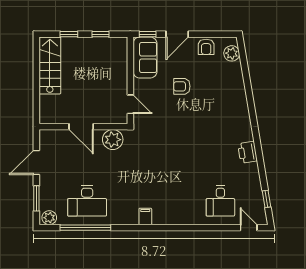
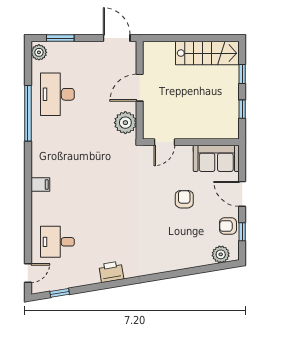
window: (148, 34) -> (242, 232), moved
door: (36, 162) -> (117, 38), moved
filing cabinet: (145, 216) -> (40, 184), moved
window: (85, 228) -> (28, 113), moved

